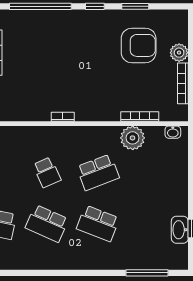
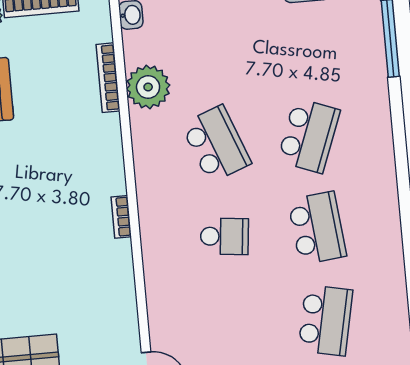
school desk: (47, 172) -> (224, 236), turned 30
school desk: (47, 223) -> (317, 228), turned -30

